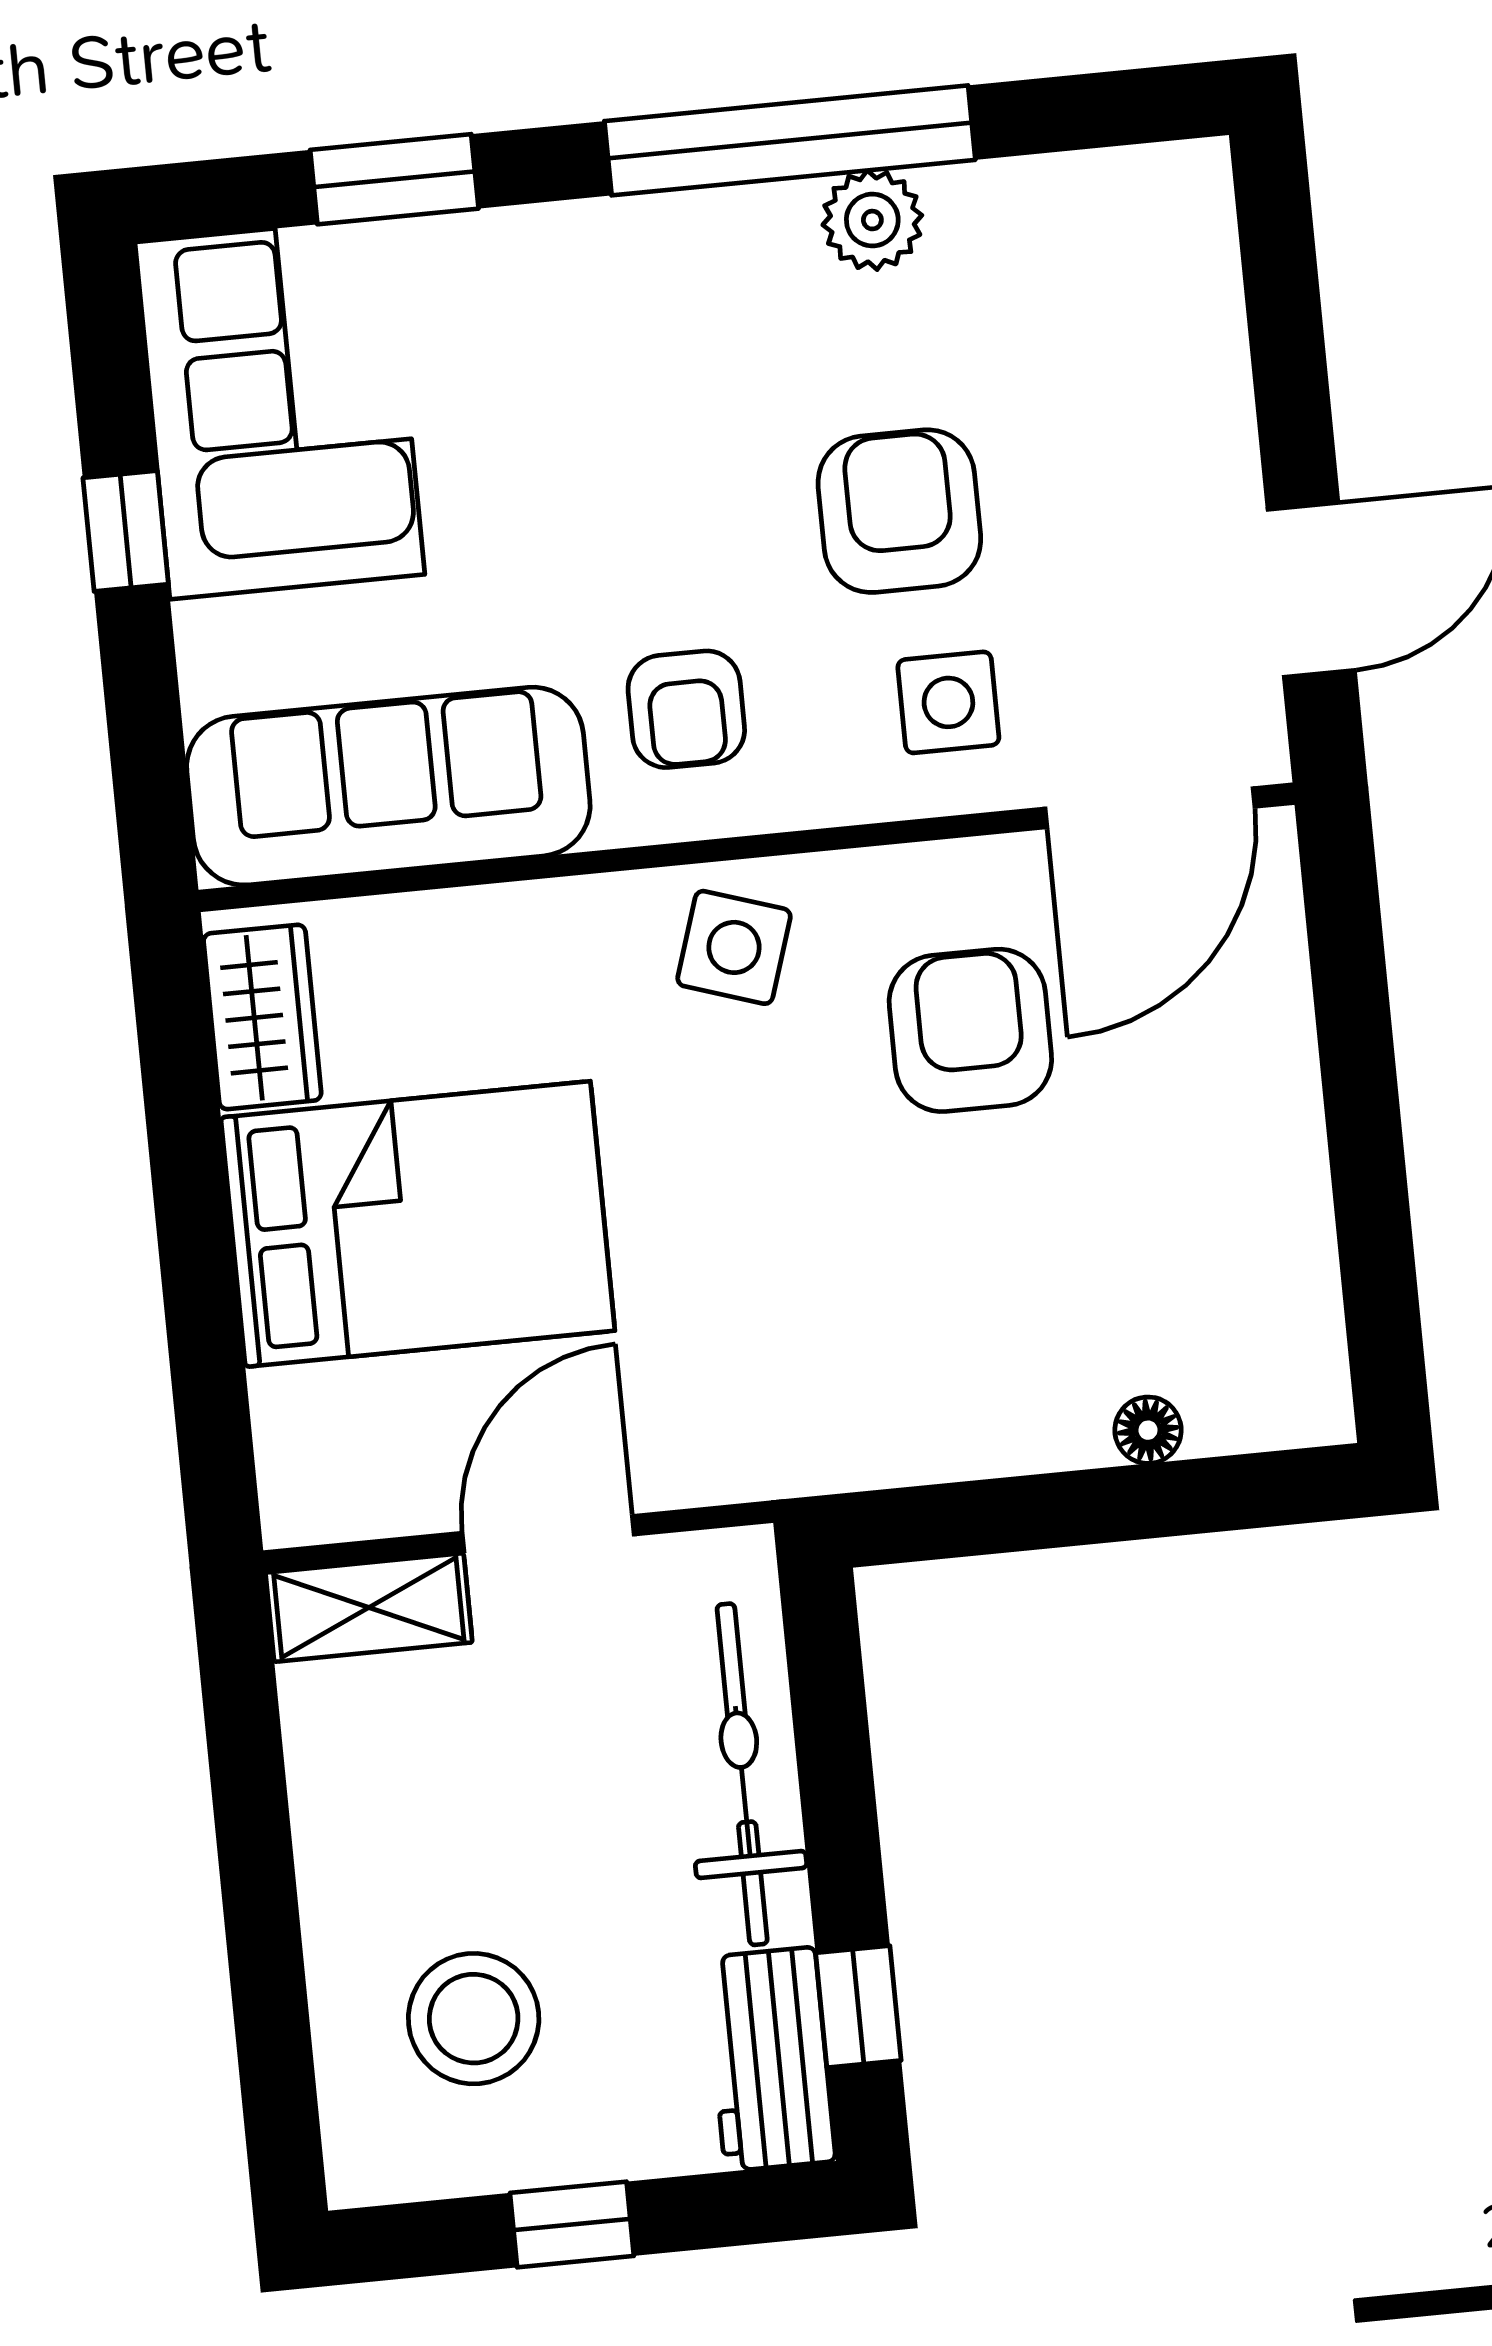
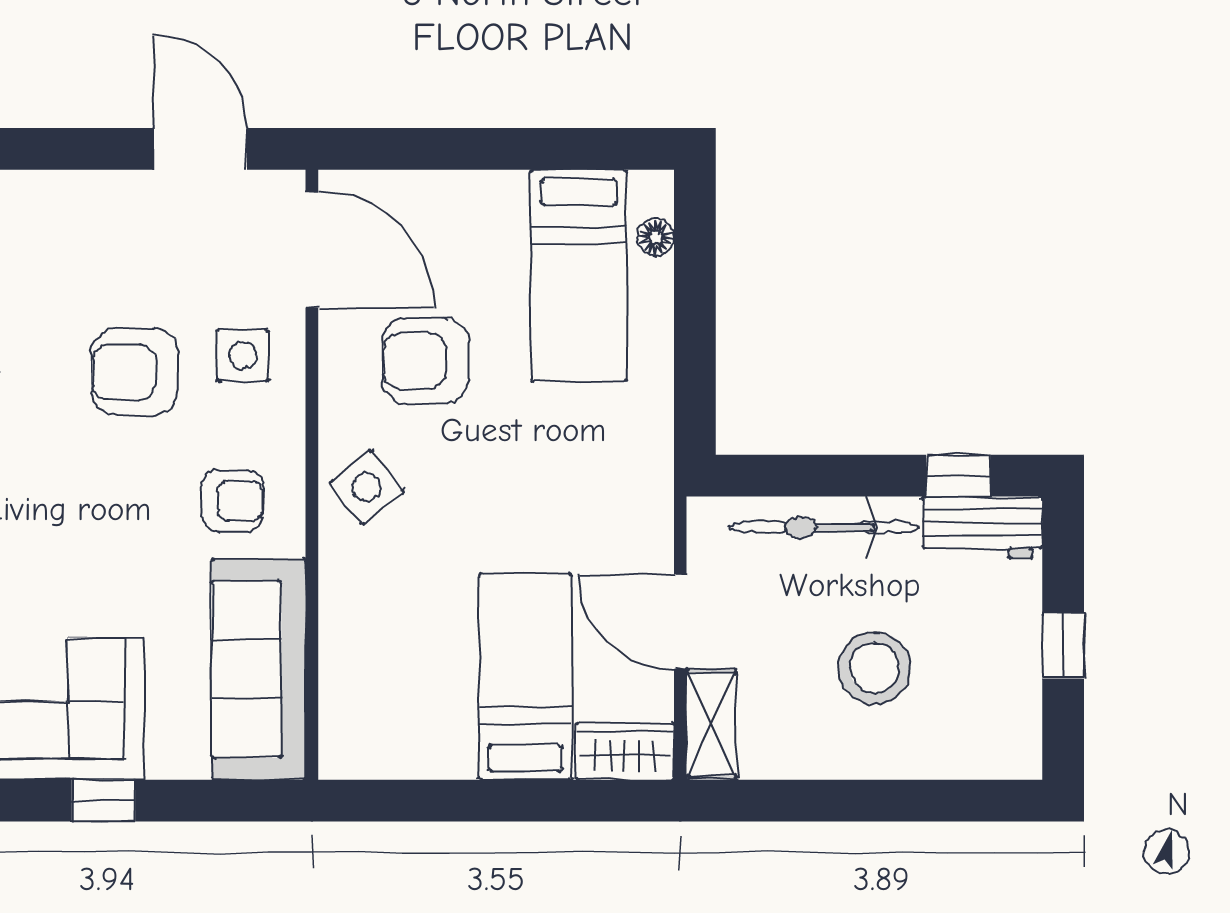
side table: (734, 947) -> (367, 487), turned 34
wardrobe: (262, 1017) -> (625, 751), moved
bed: (418, 1224) -> (525, 677), width x0.67
bed: (1150, 1291) -> (579, 276), added
floor lamp: (1148, 1430) -> (656, 237), moved
stool: (474, 2019) -> (874, 668), moved

